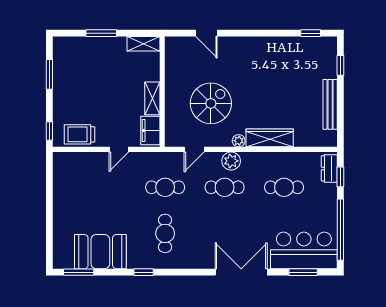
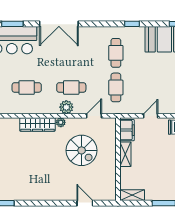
spiral stairs: (211, 103) -> (82, 150), turned -90
cafe table: (165, 187) -> (116, 87), turned 90

